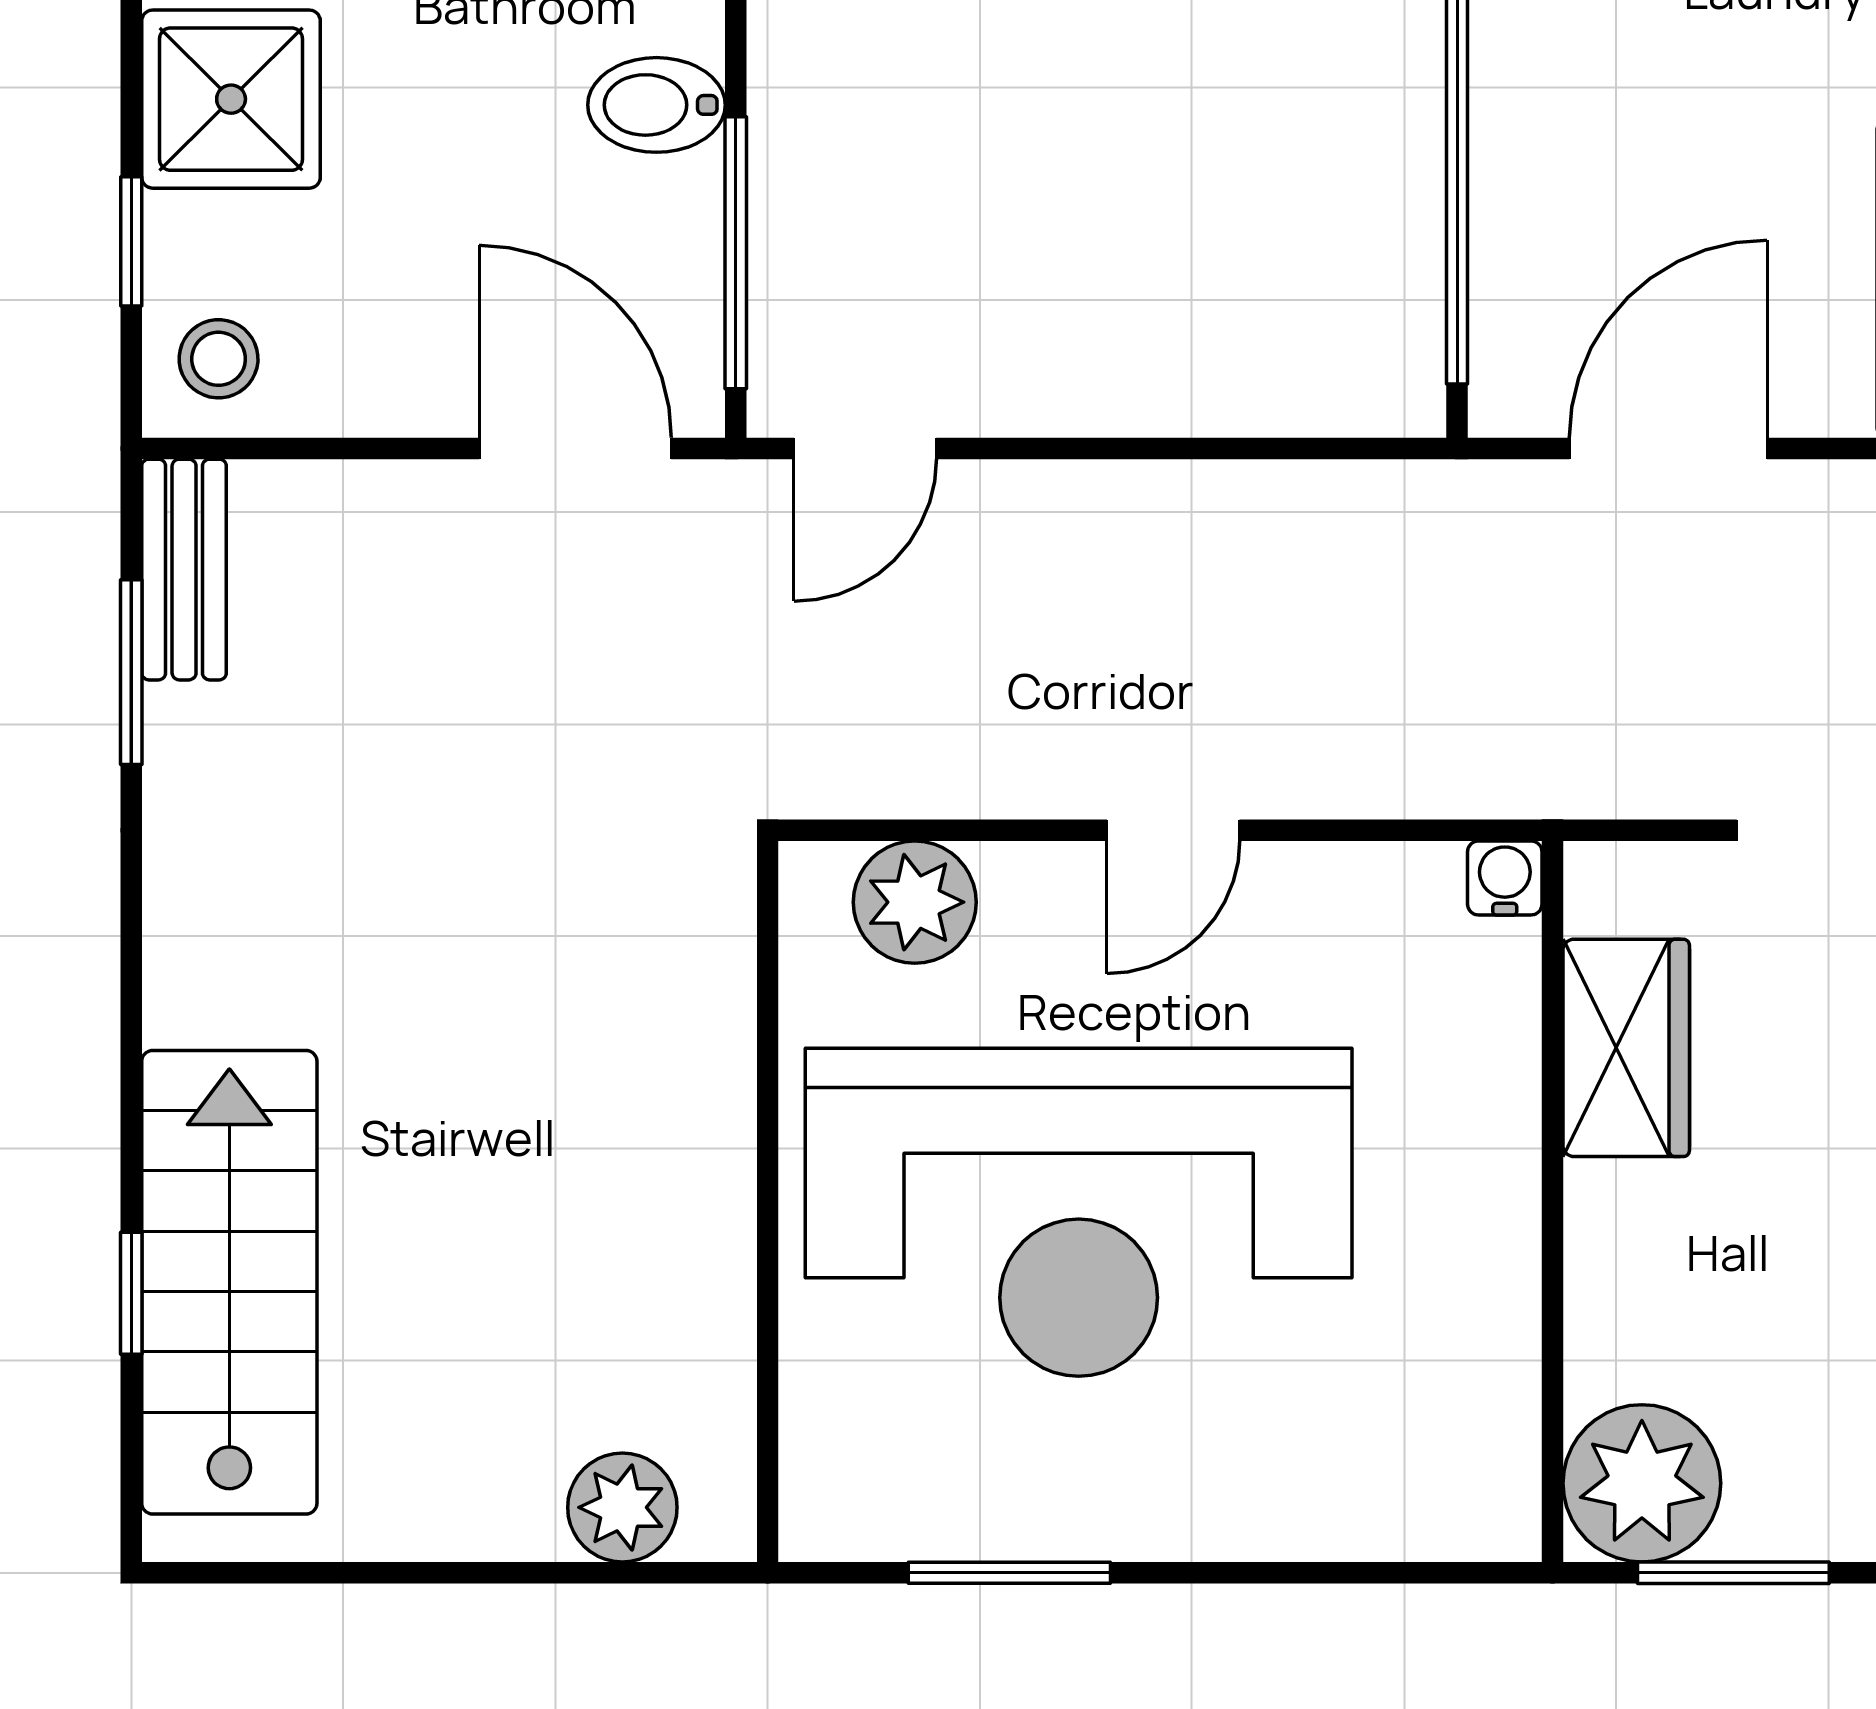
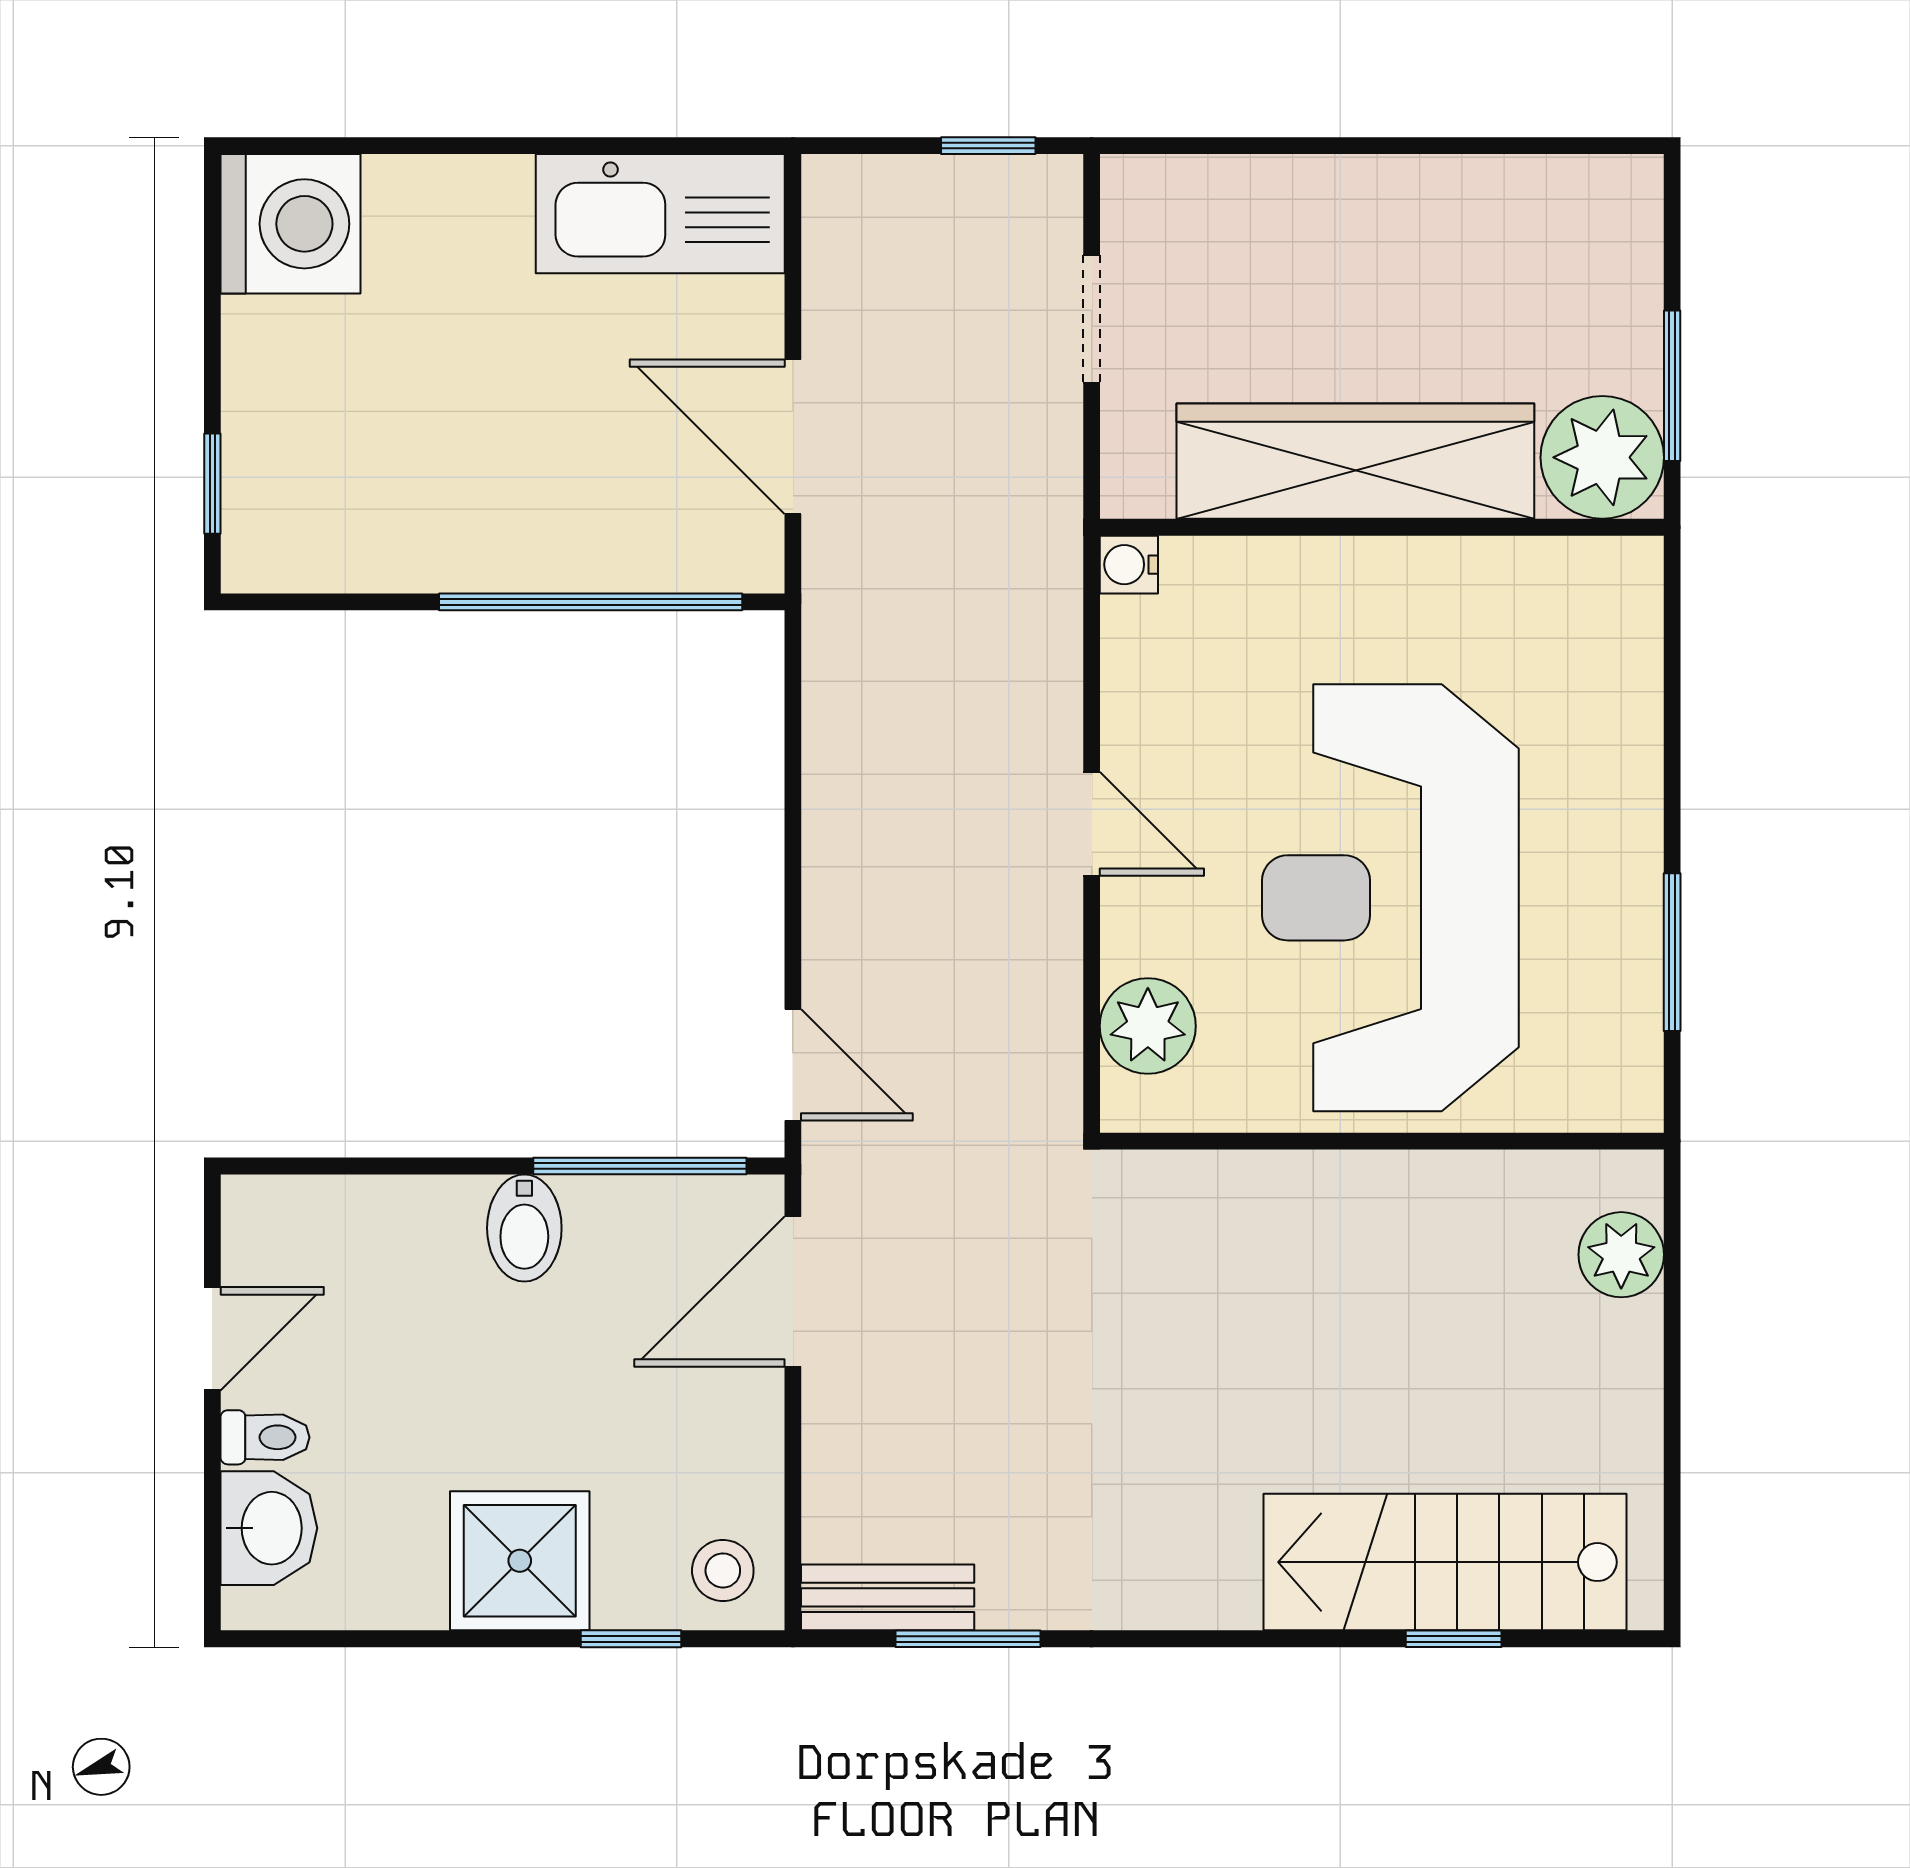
wardrobe: (1626, 1048) -> (1355, 461), width x2.10, depth x1.17
reception desk: (1079, 1212) -> (1390, 898), turned 180

